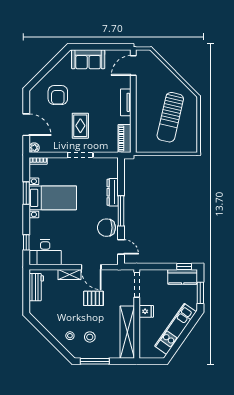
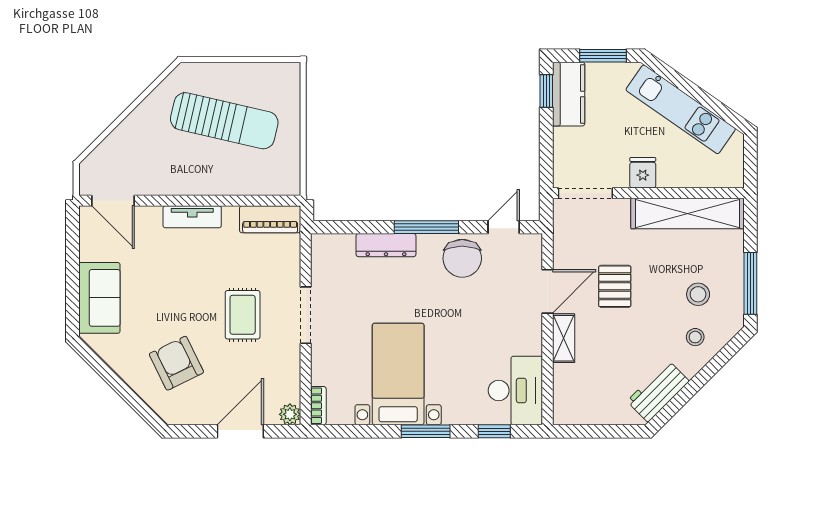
armchair: (58, 95) -> (176, 363), turned -116
rug: (80, 126) -> (243, 315), turned 90
window: (26, 193) -> (426, 431), moved
workbench: (36, 287) -> (658, 391), moved, turned -45

